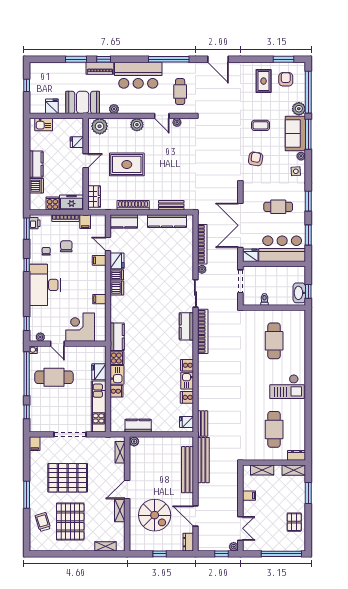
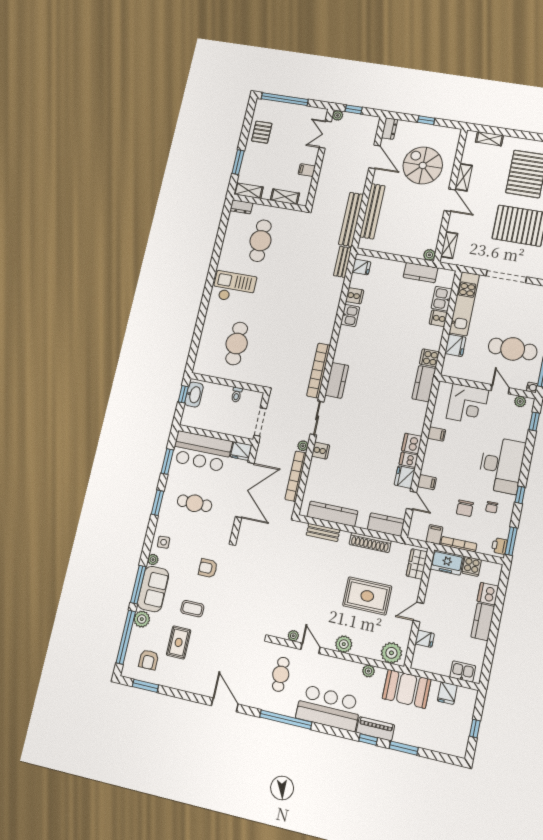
rug: (264, 81) -> (179, 642), moved
armchair: (256, 159) -> (208, 568), turned 81
cooker: (187, 365) -> (321, 451), moved
kitchen sink: (117, 375) -> (442, 299), moved
door: (127, 489) -> (450, 200), hinge flipped

